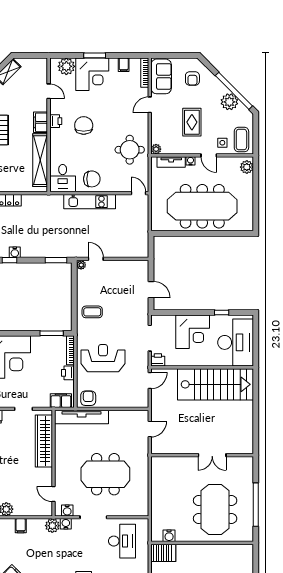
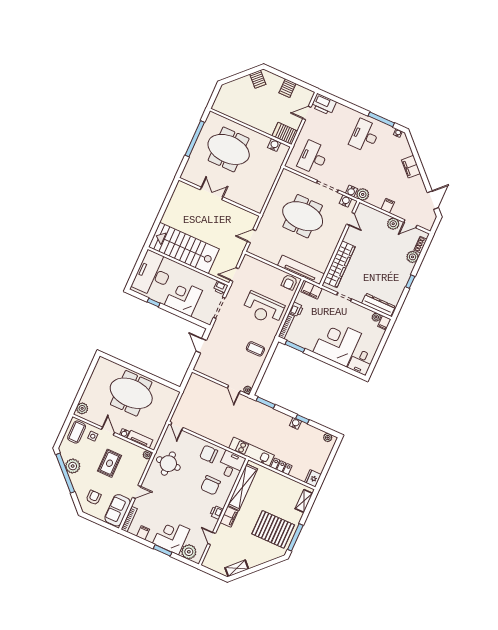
chair: (84, 125) -> (210, 485), moved
kitchen unit: (90, 202) -> (251, 452), moved
meeting table: (202, 206) -> (131, 393), width x0.73
meeting table: (215, 510) -> (229, 149), turned 90

